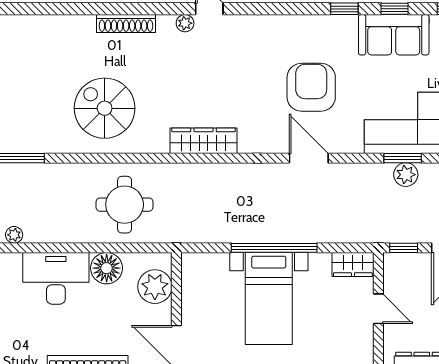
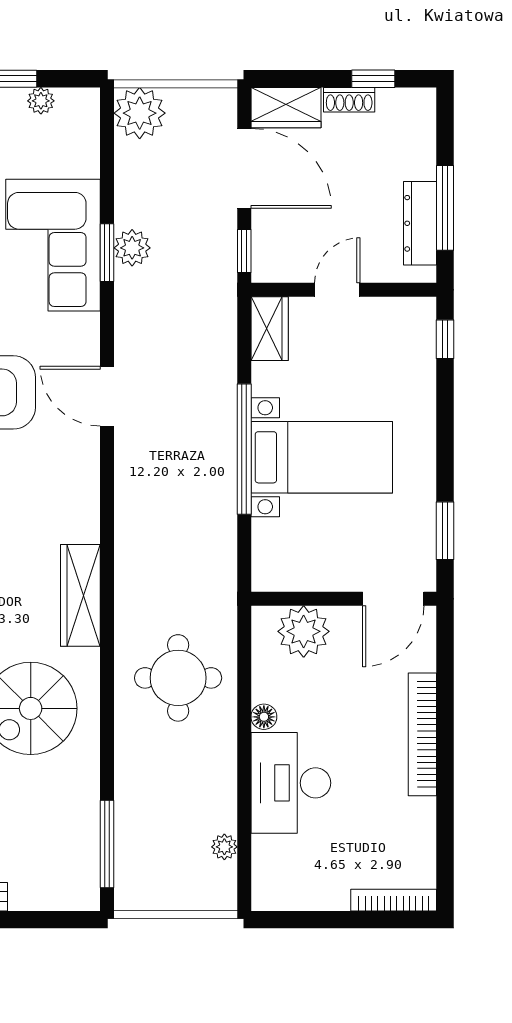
wardrobe: (204, 141) -> (80, 595), moved
door: (309, 158) -> (107, 396), hinge flipped
floor lamp: (107, 268) -> (264, 717), width x0.53, depth x0.53

